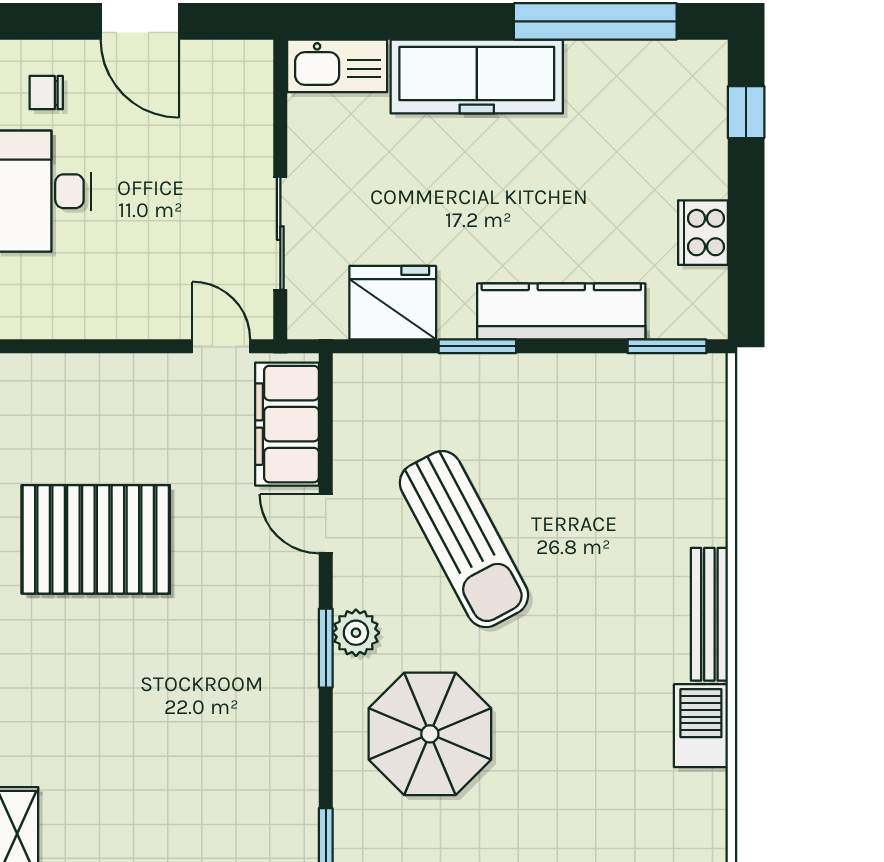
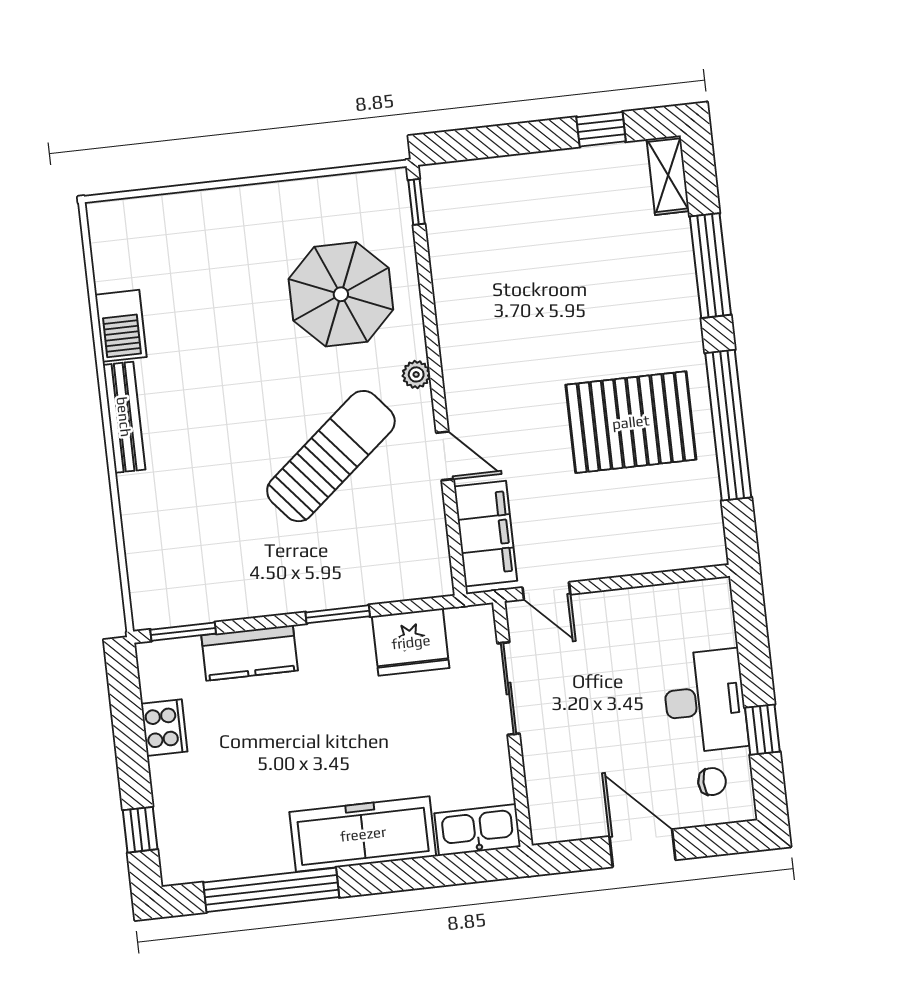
kitchen counter: (561, 311) -> (250, 653), width x0.67
sun lounger: (464, 539) -> (331, 456), turned 78
plant: (356, 633) -> (416, 374), width x0.73, depth x0.73
window: (326, 648) -> (434, 355), removed

